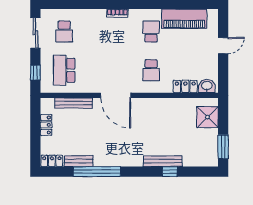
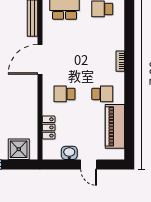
washbasin: (207, 86) -> (69, 153), moved, turned -90

